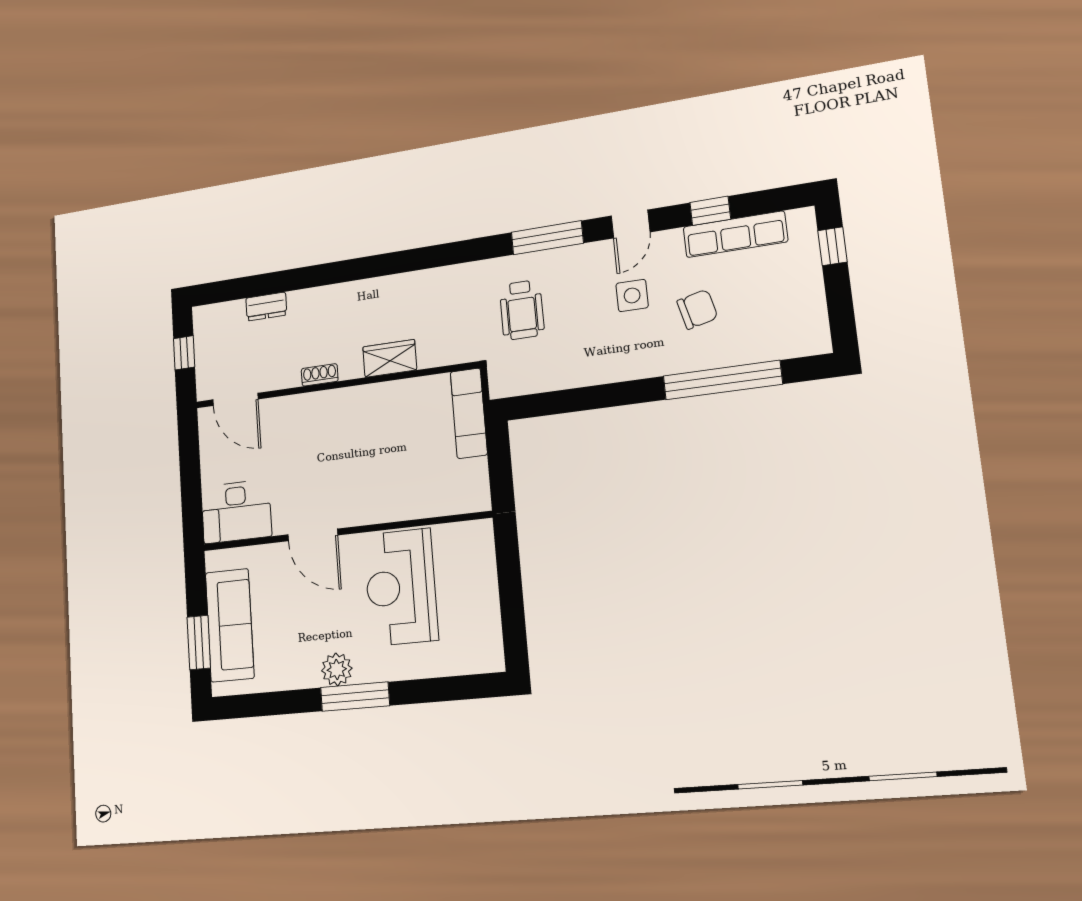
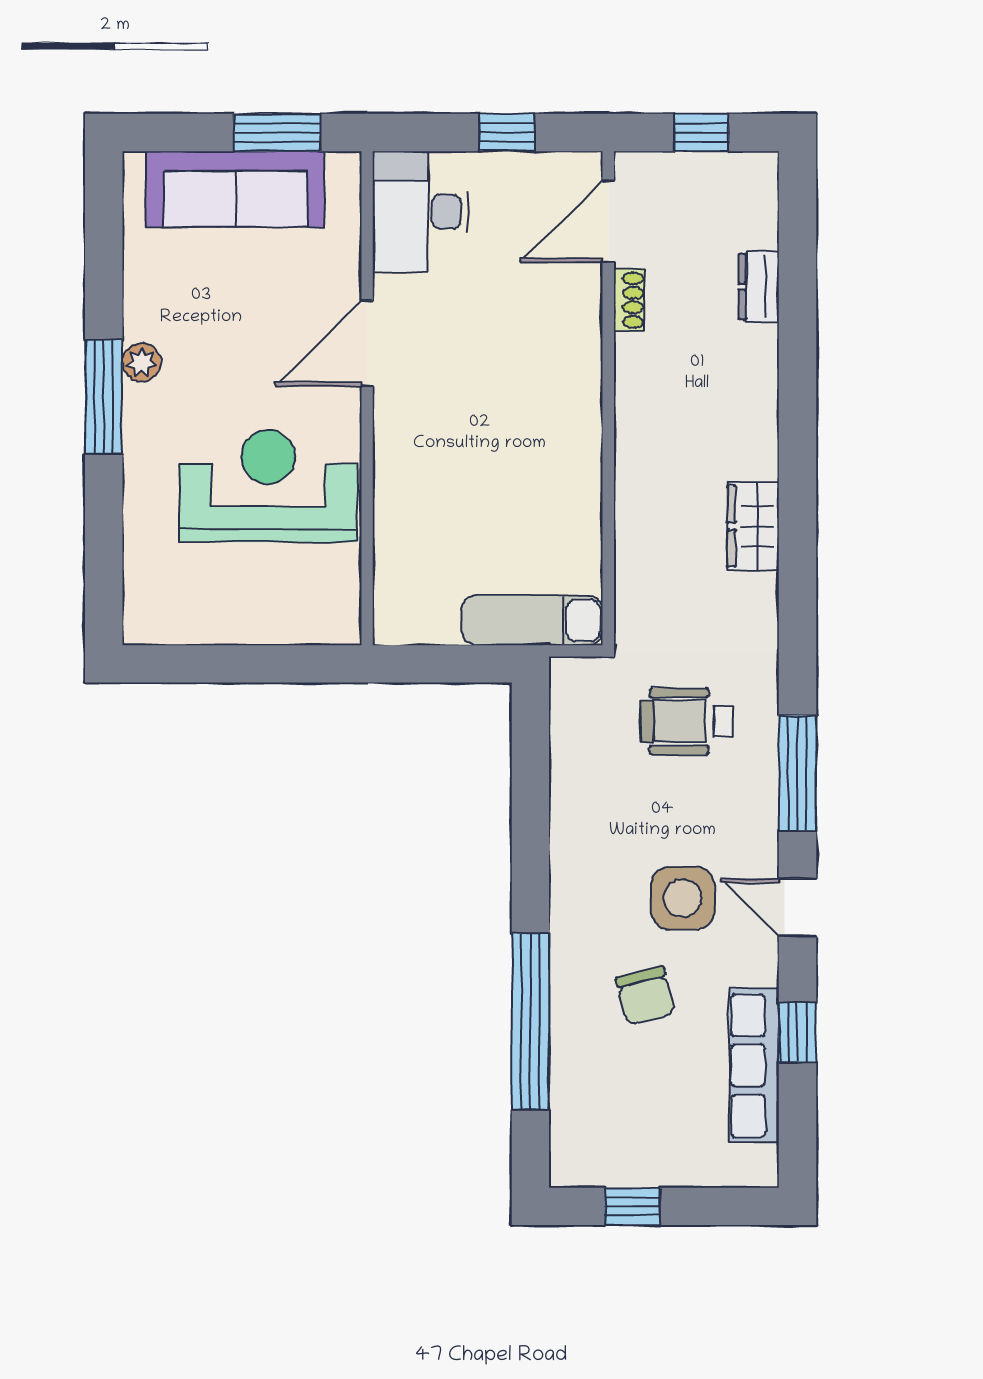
window: (833, 246) -> (632, 1206), moved
side table: (632, 295) -> (683, 898), width x1.37, depth x1.37
wardrobe: (390, 358) -> (753, 526), moved, turned 180
shoe rack: (320, 375) -> (629, 300), moved
window: (190, 466) -> (507, 132), added
window: (199, 642) -> (277, 132), moved
plant: (337, 669) -> (141, 362), width x0.73, depth x0.73

